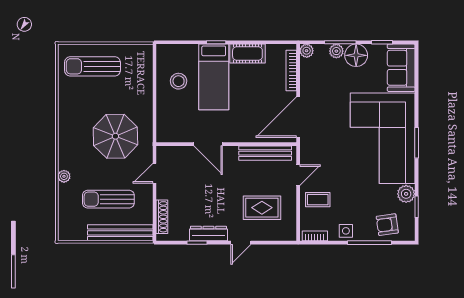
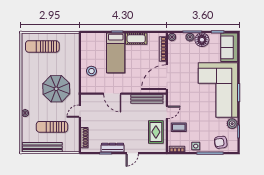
stool: (179, 81) -> (92, 71), moved
rug: (262, 208) -> (156, 132), moved, turned 90
bench: (120, 233) -> (42, 147), moved

